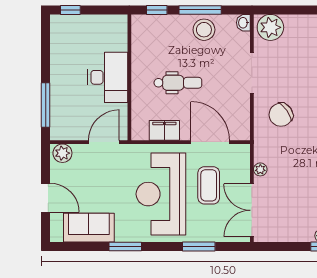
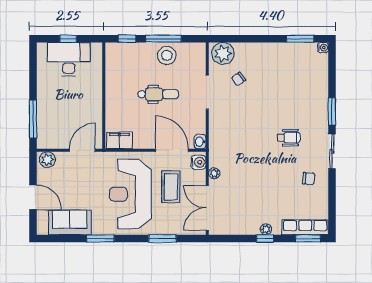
window: (70, 10) -> (68, 39), moved
washbasin: (243, 23) -> (200, 142), moved
desk: (108, 77) -> (69, 59), moved, turned -90
dental chair: (178, 83) -> (158, 94), moved
chair: (281, 115) -> (238, 79), moved, width x0.54, depth x0.54
filing cabinet: (164, 130) -> (119, 140), moved
water cooler: (242, 156) -> (198, 162), added

